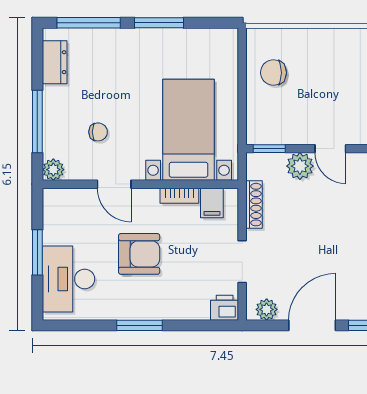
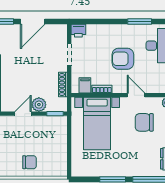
chair: (273, 73) -> (29, 162), moved
chair: (98, 132) -> (144, 122), width x1.87, depth x1.87
door: (330, 149) -> (23, 114), hinge flipped
plant: (267, 309) -> (56, 30), removed
window: (140, 325) -> (140, 21), moved

